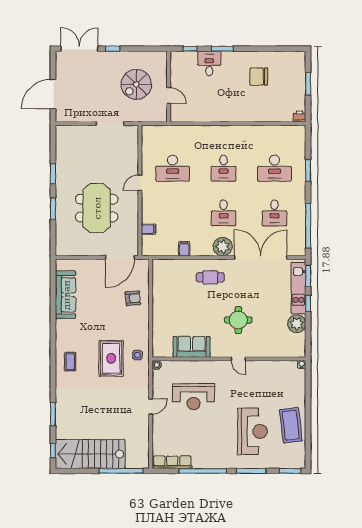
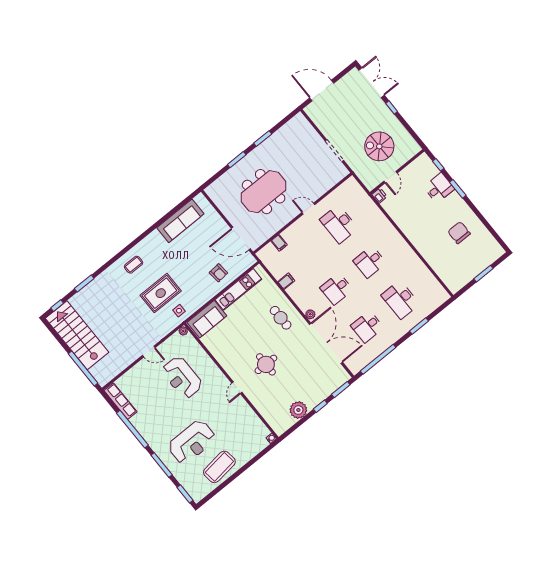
printer: (299, 117) -> (379, 196), moved
plant: (223, 247) -> (310, 314), width x0.53, depth x0.53
kitchen unit: (298, 288) -> (238, 289), moved, turned 180
sofa: (192, 347) -> (207, 319), moved, turned 90

